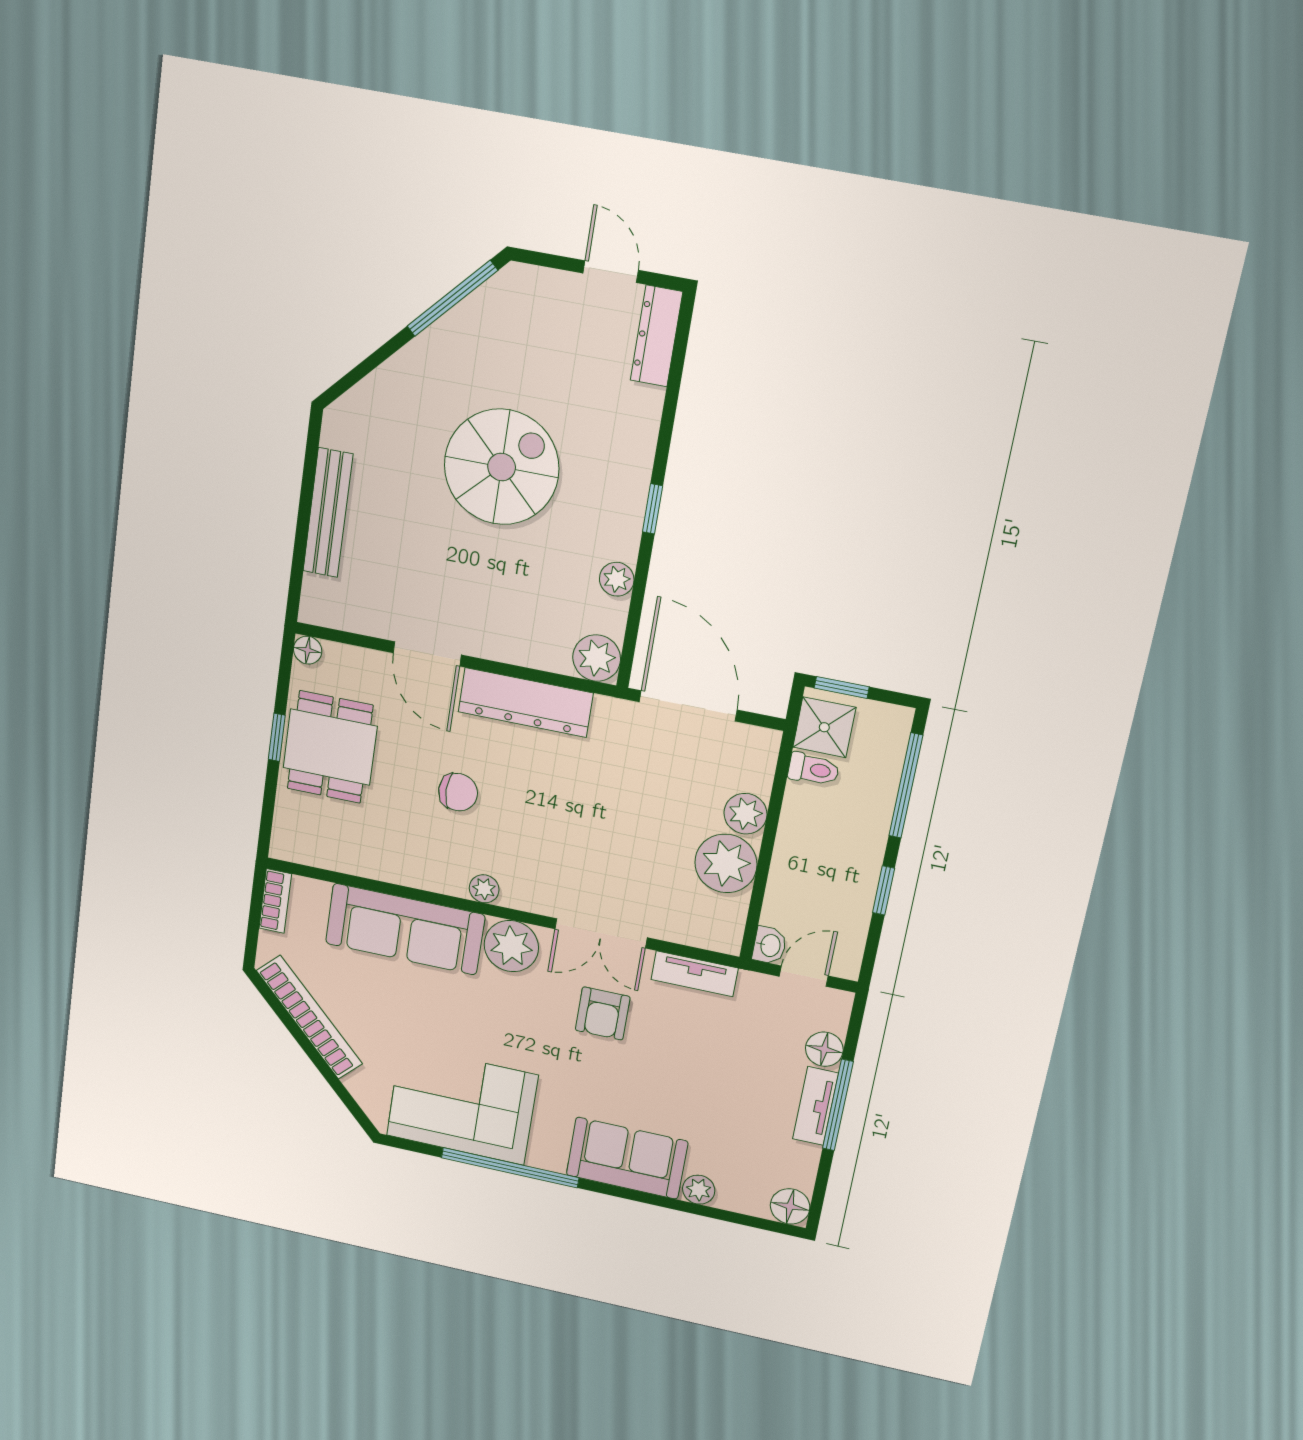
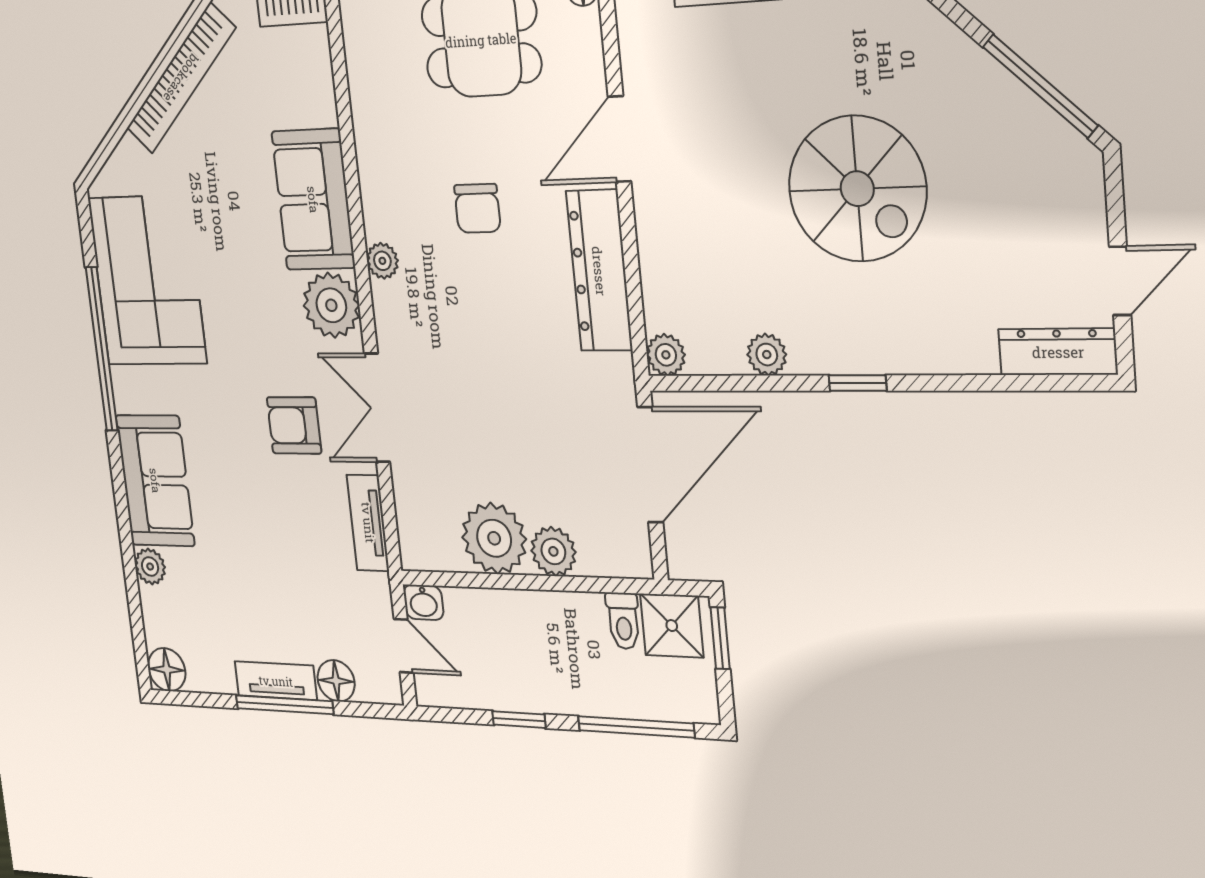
plant: (597, 658) -> (666, 355), width x0.73, depth x0.73
sofa: (405, 929) -> (313, 200), width x0.73

